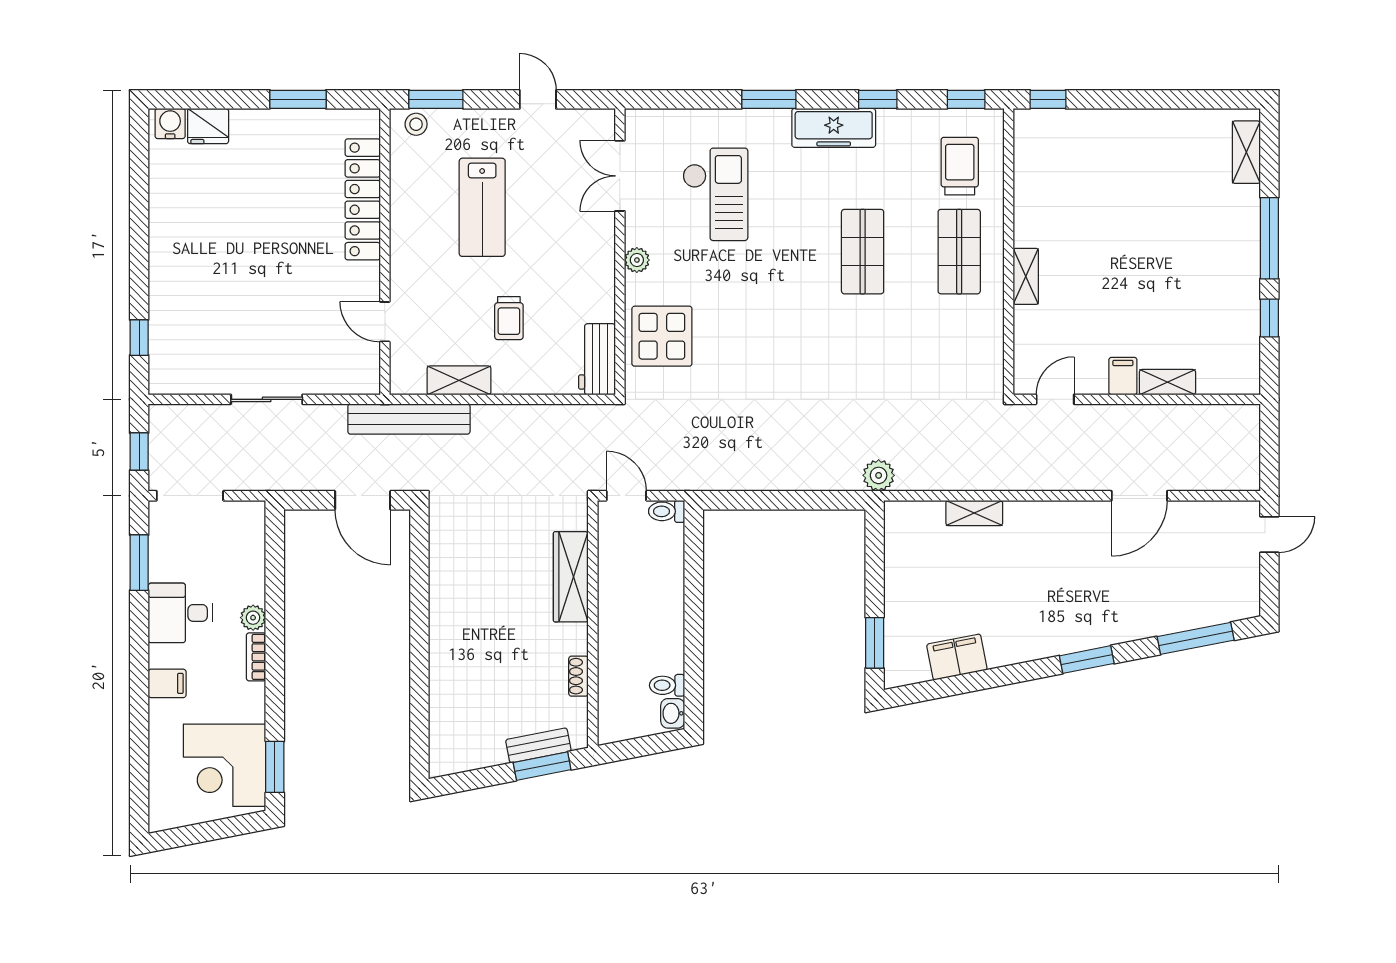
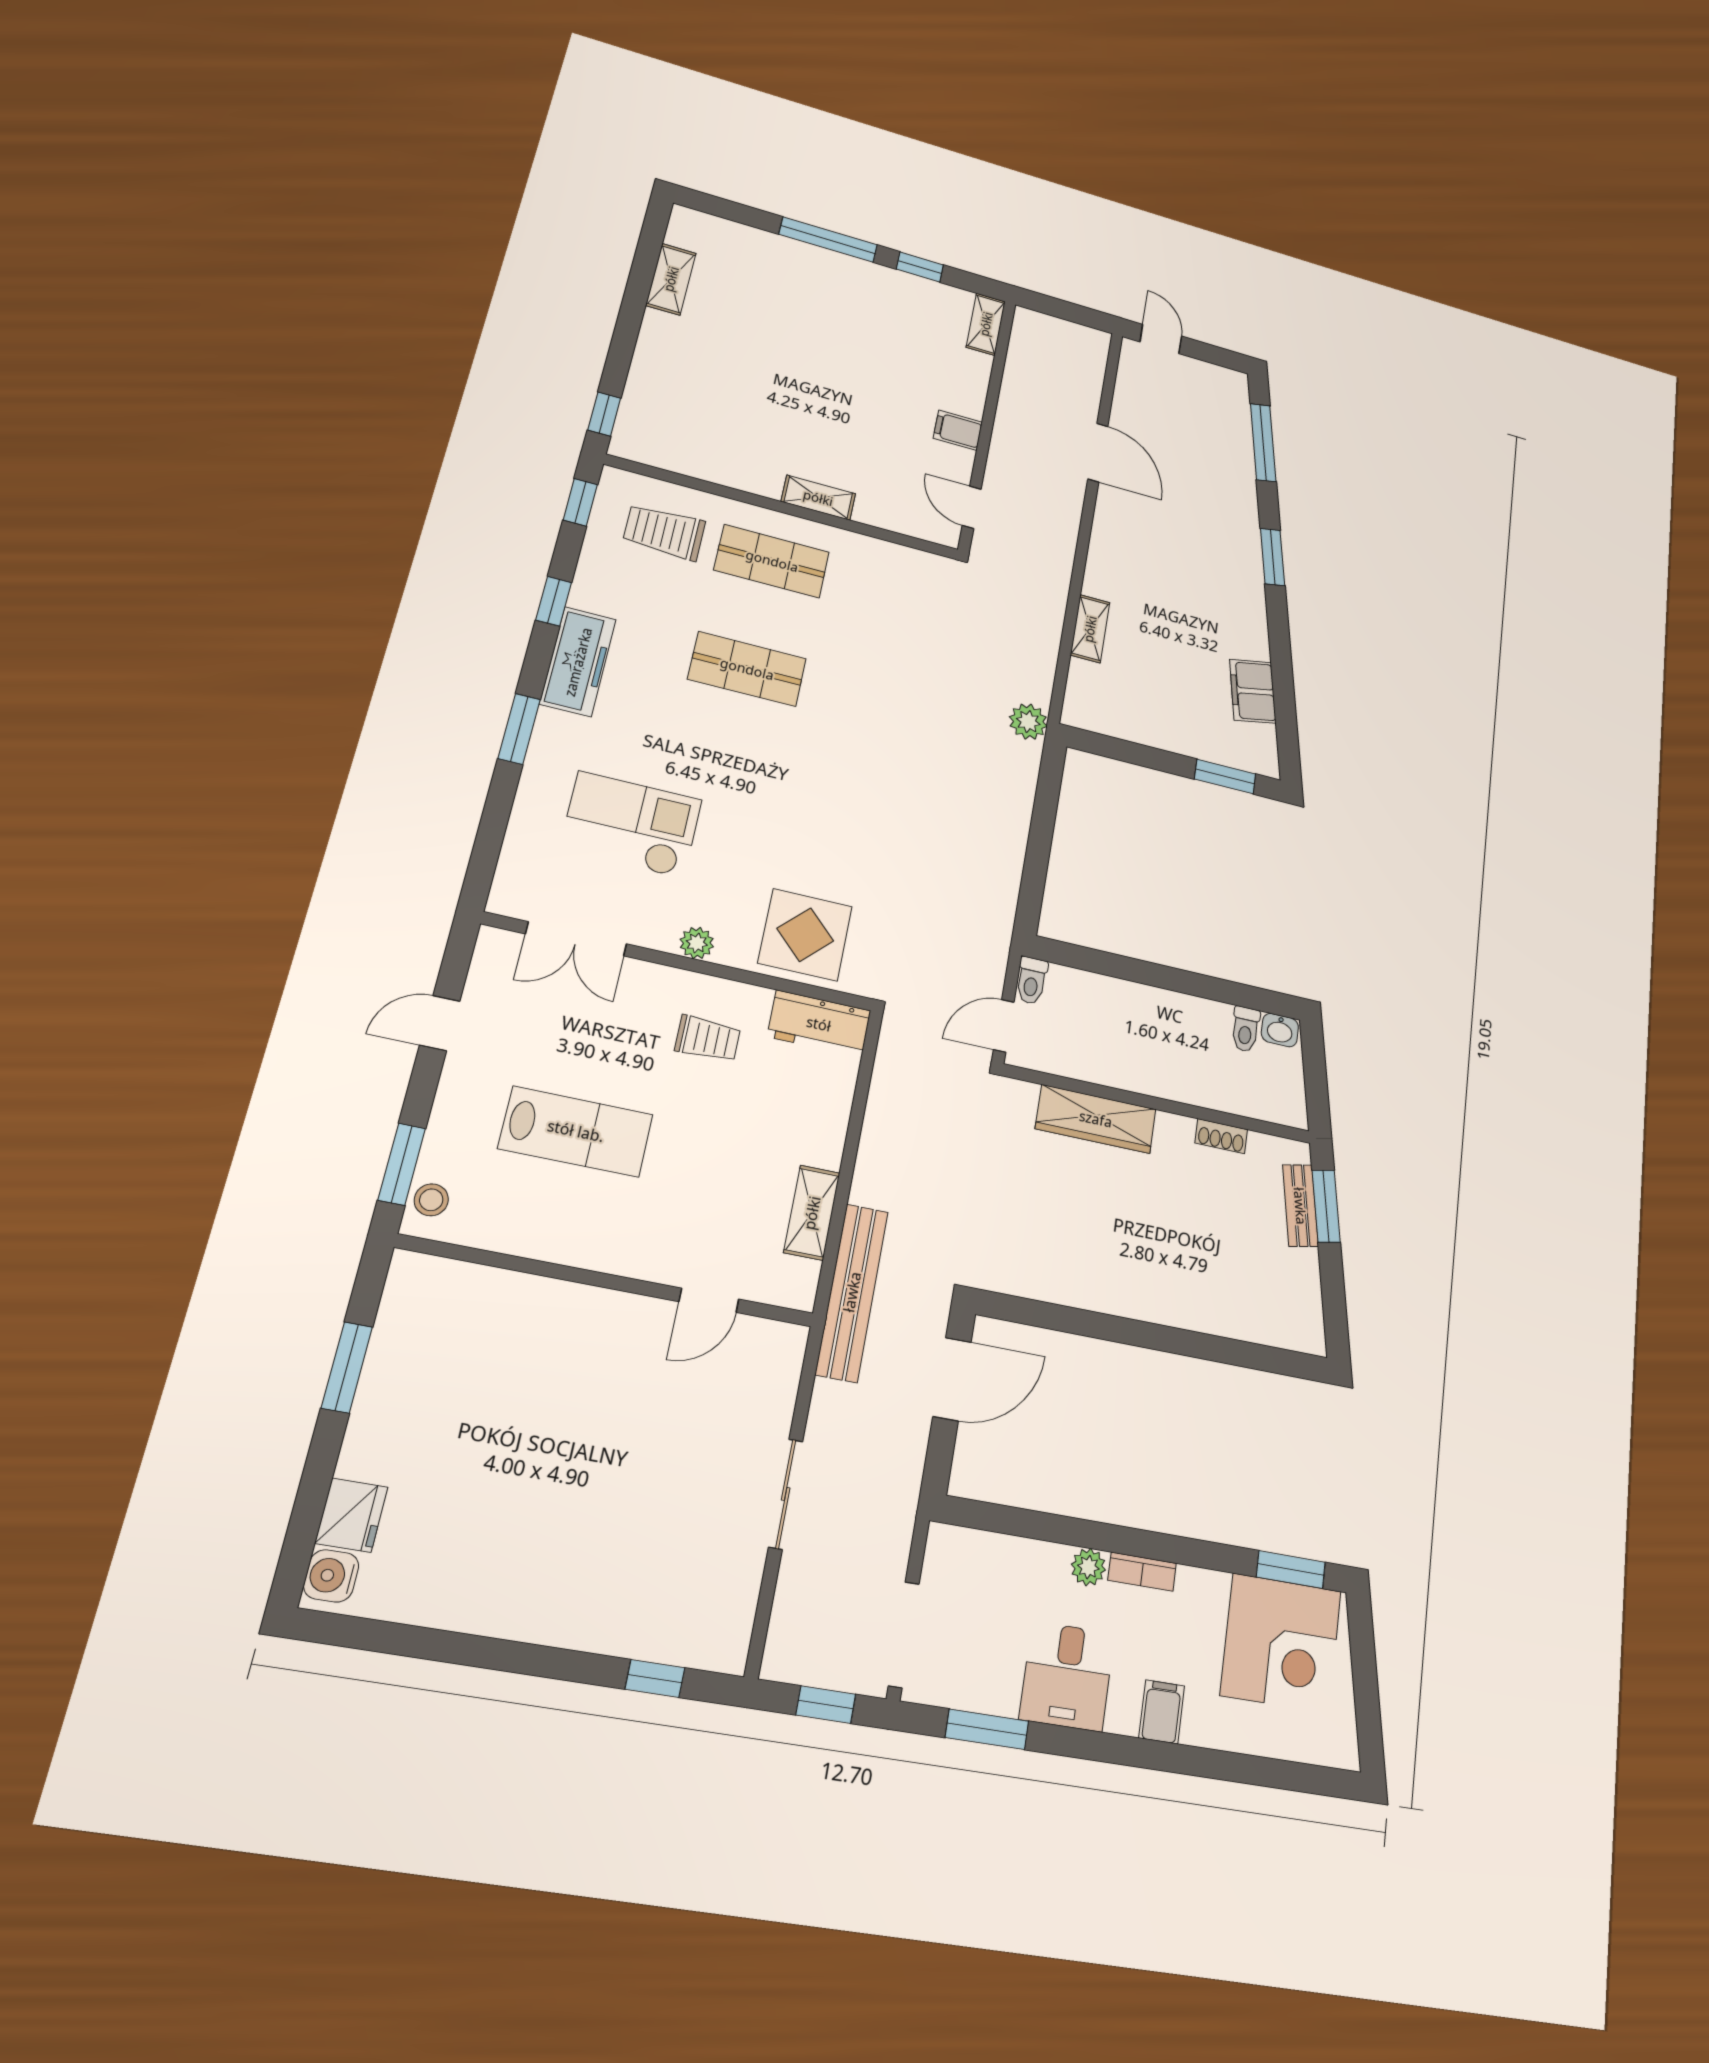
shelving: (1246, 152) -> (671, 279), moved, turned 90
locker: (363, 199) -> (524, 1299), removed
trolley: (509, 318) -> (708, 1039), moved
shelving: (1167, 382) -> (986, 324), moved

